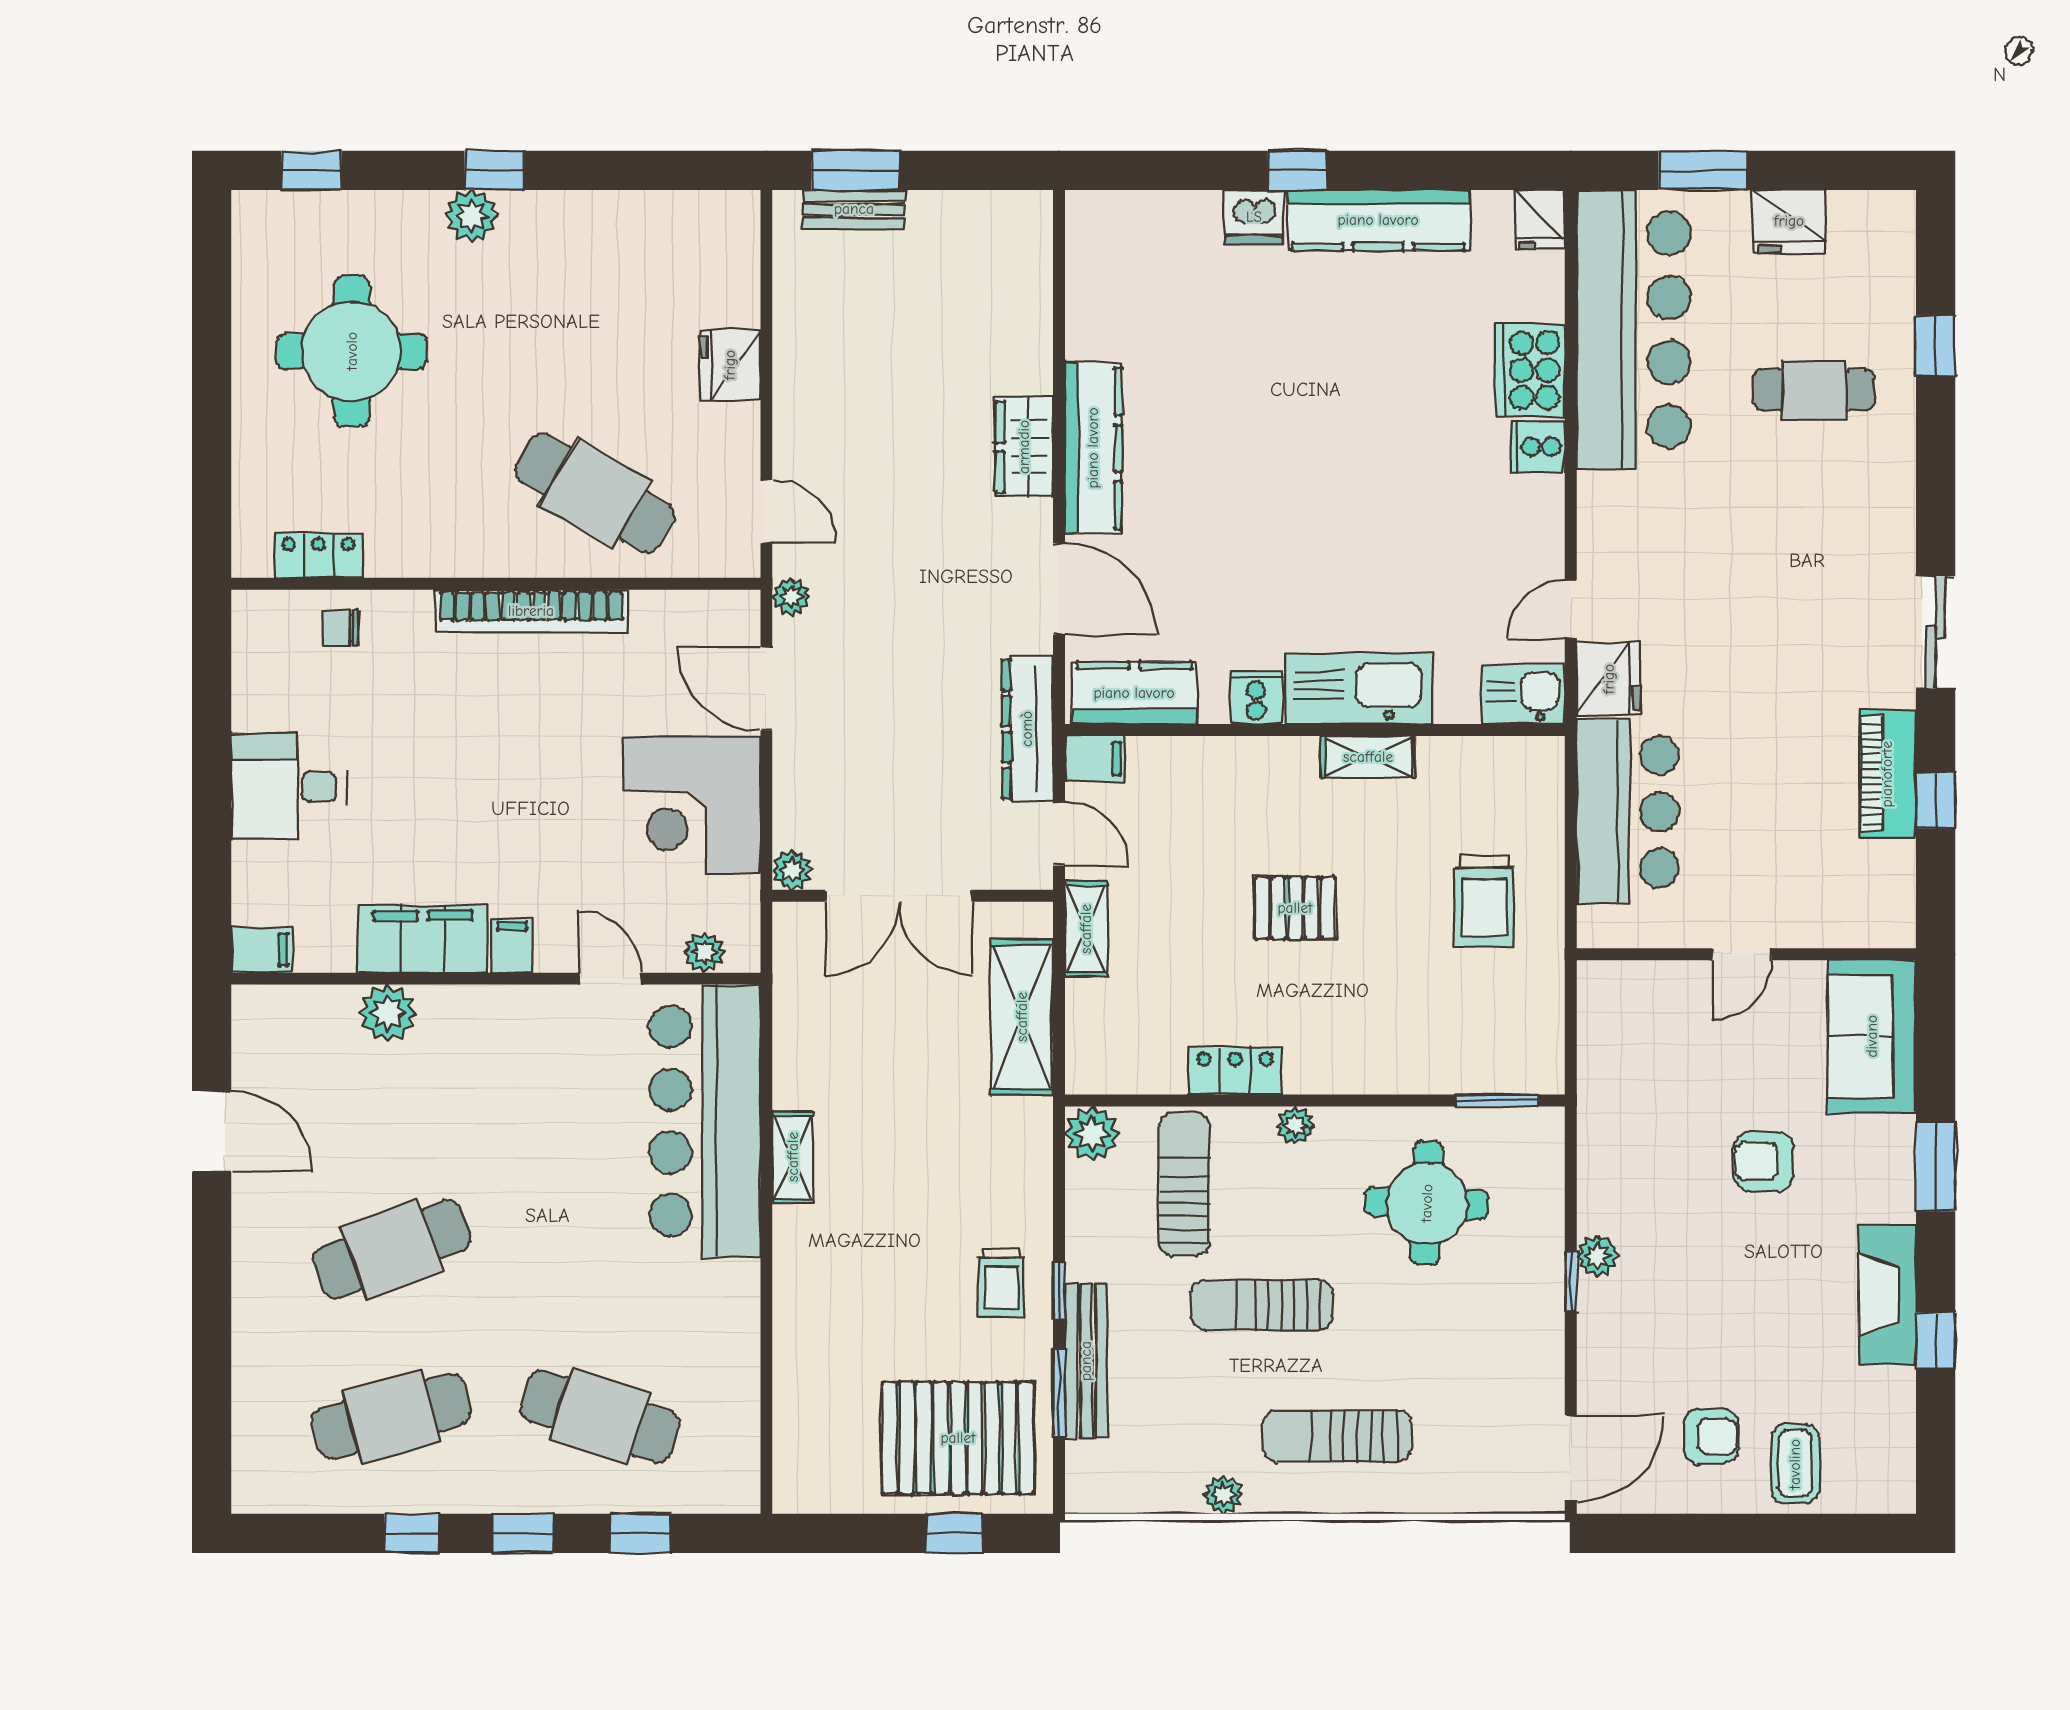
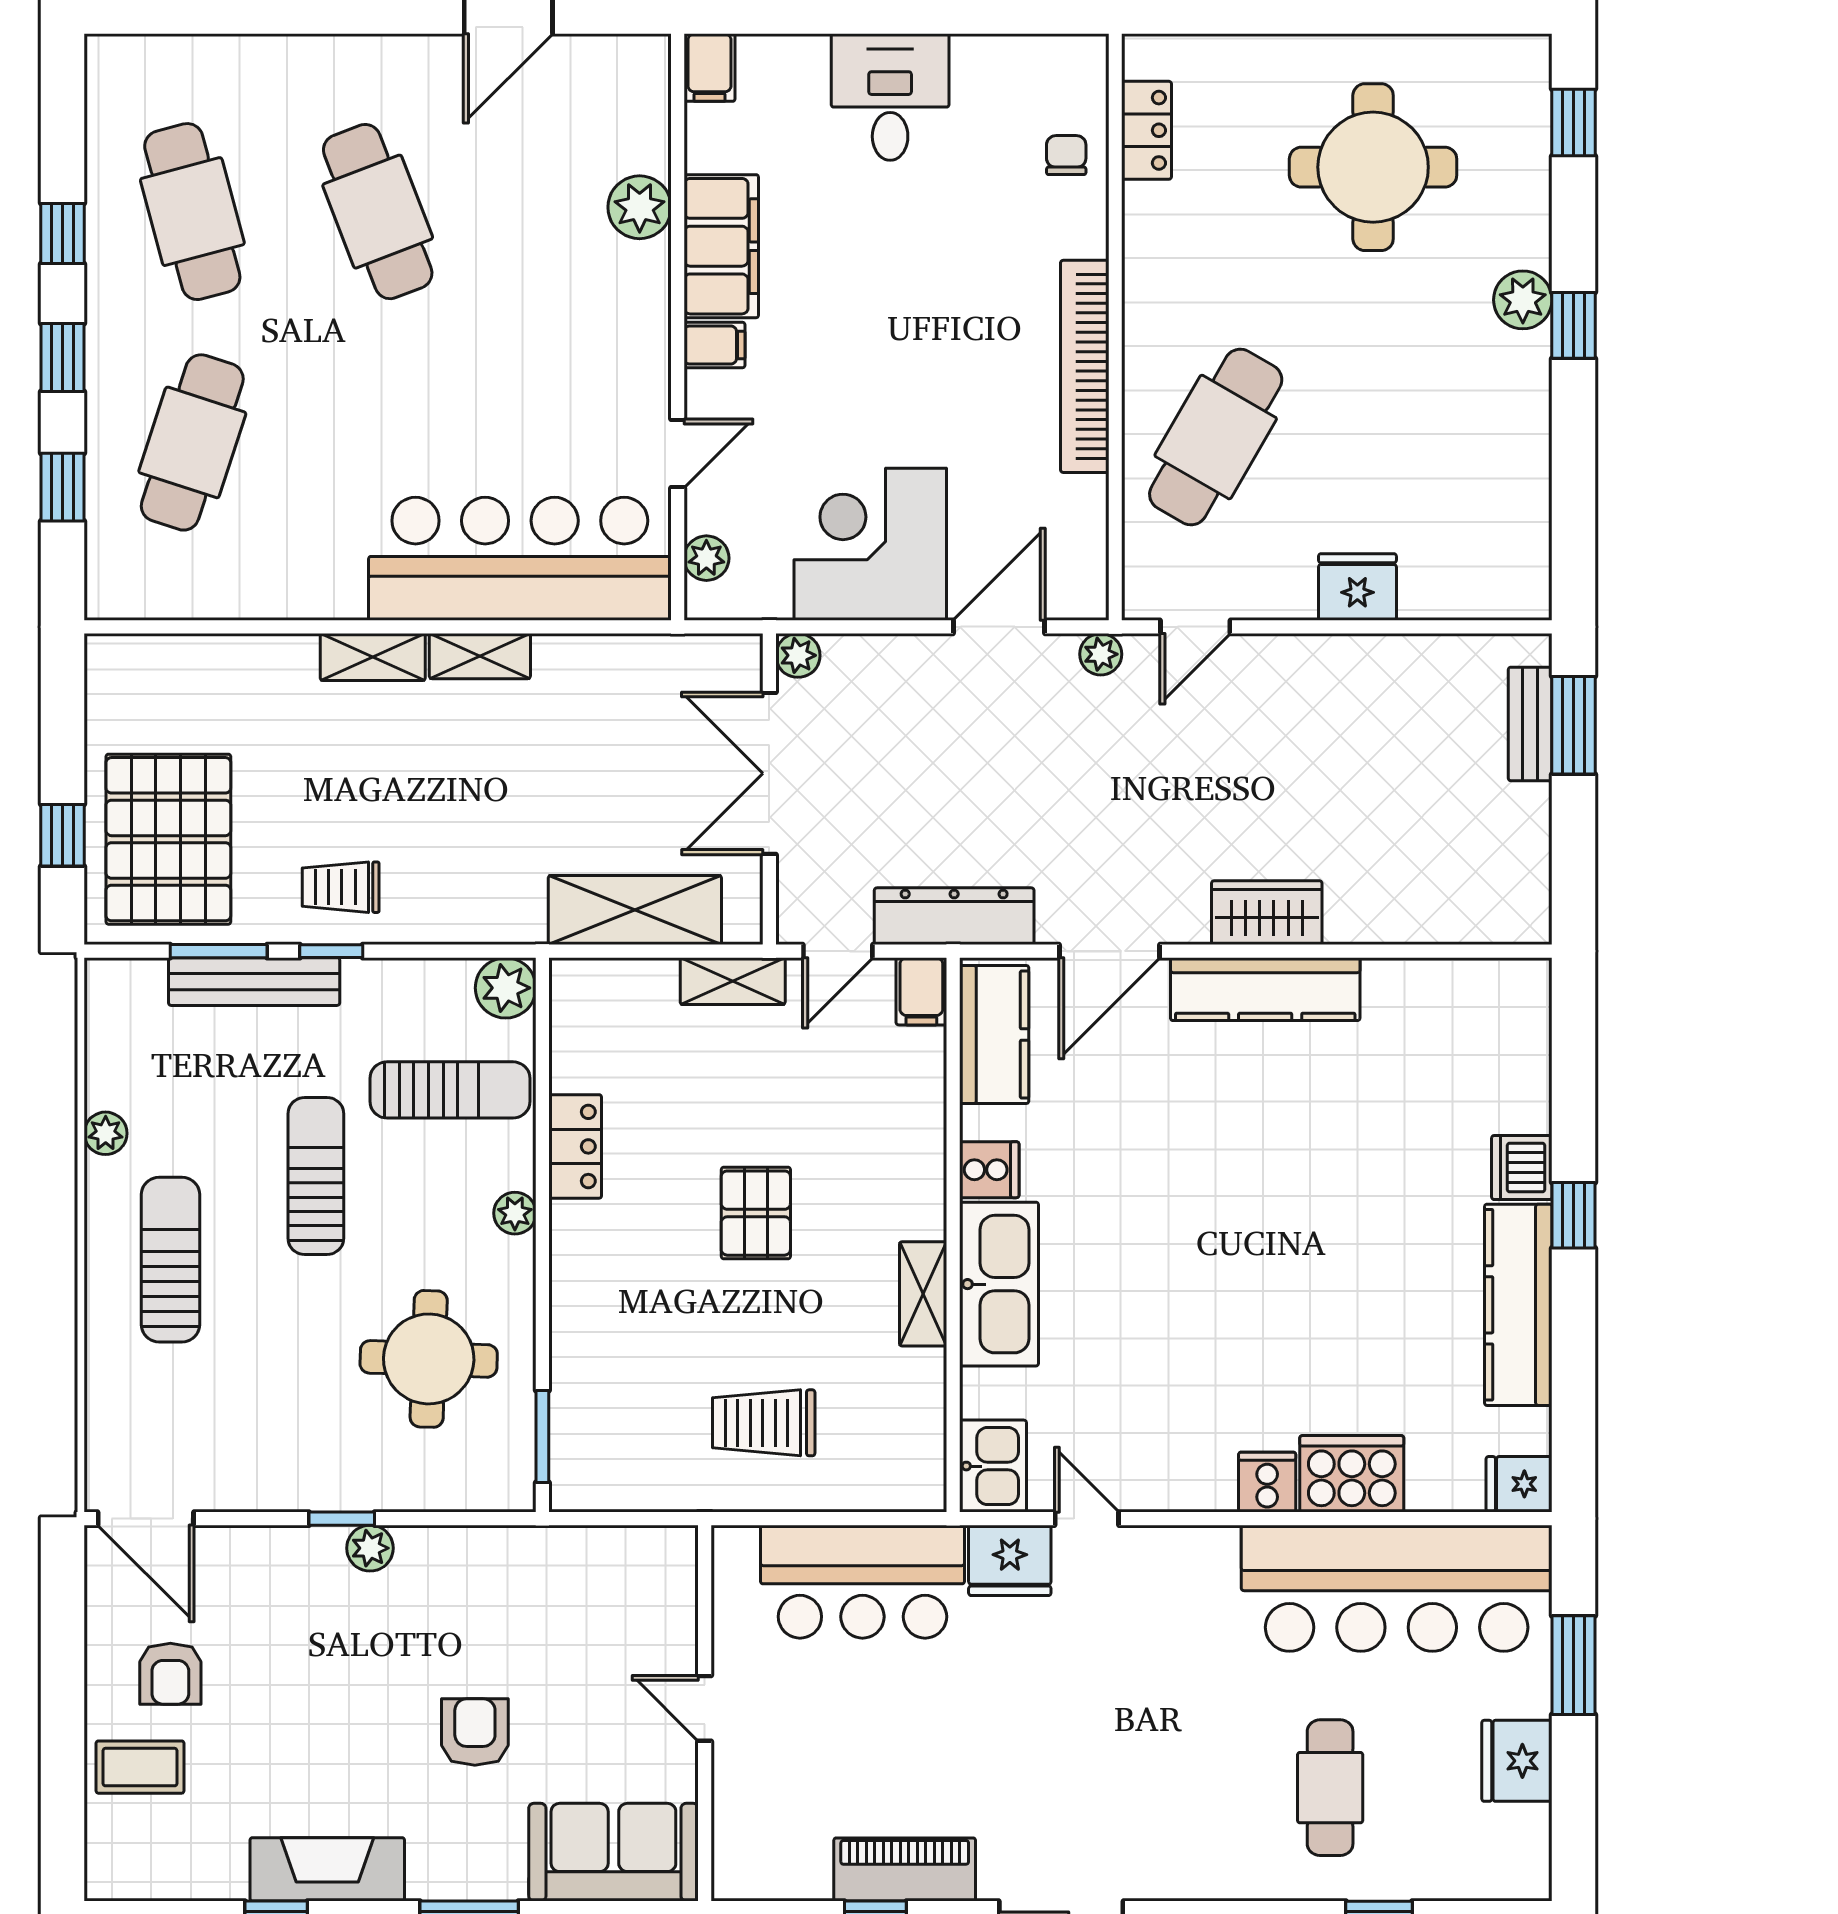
shelving: (794, 1254) -> (373, 657), added

